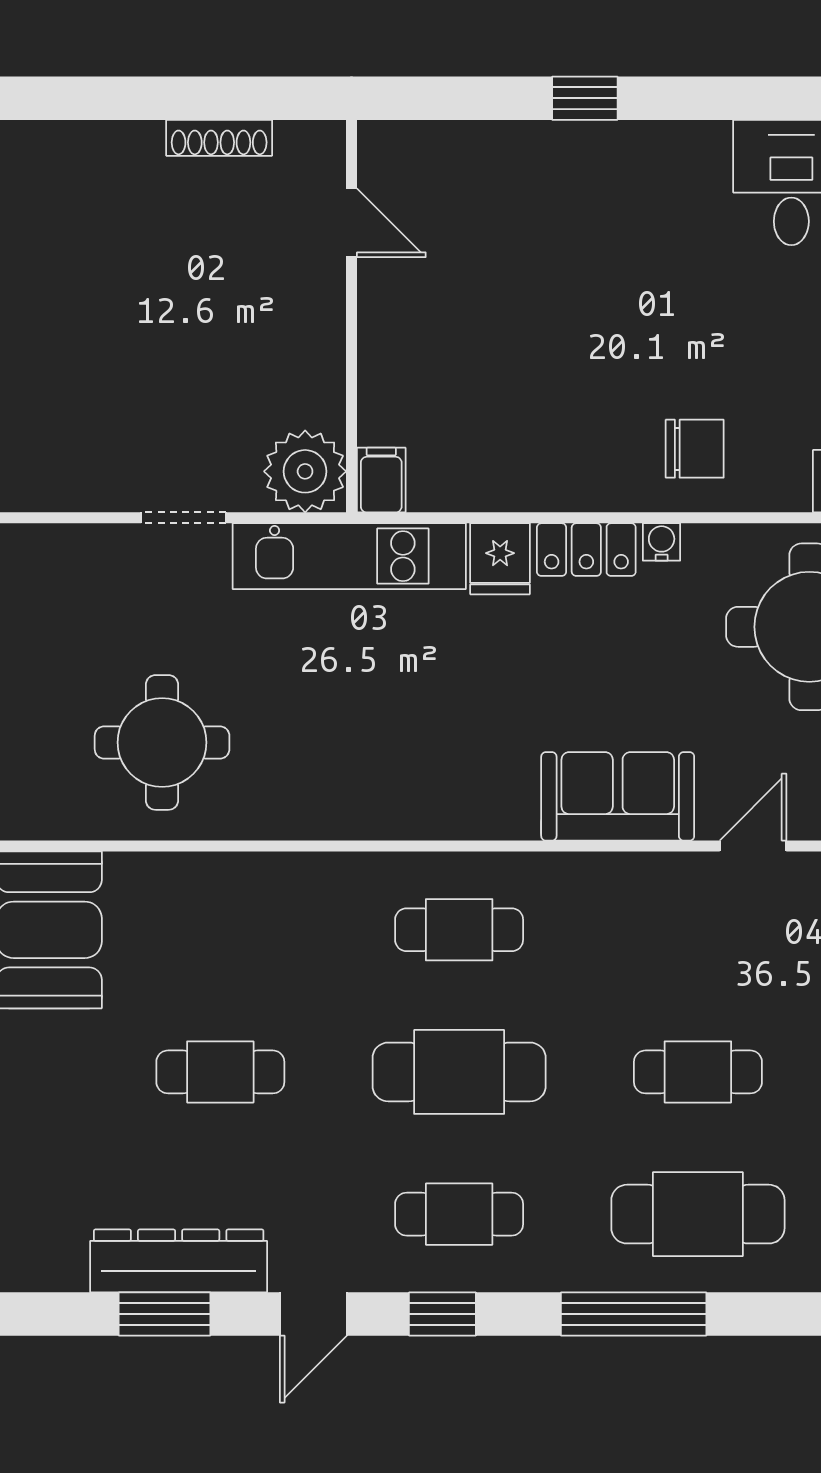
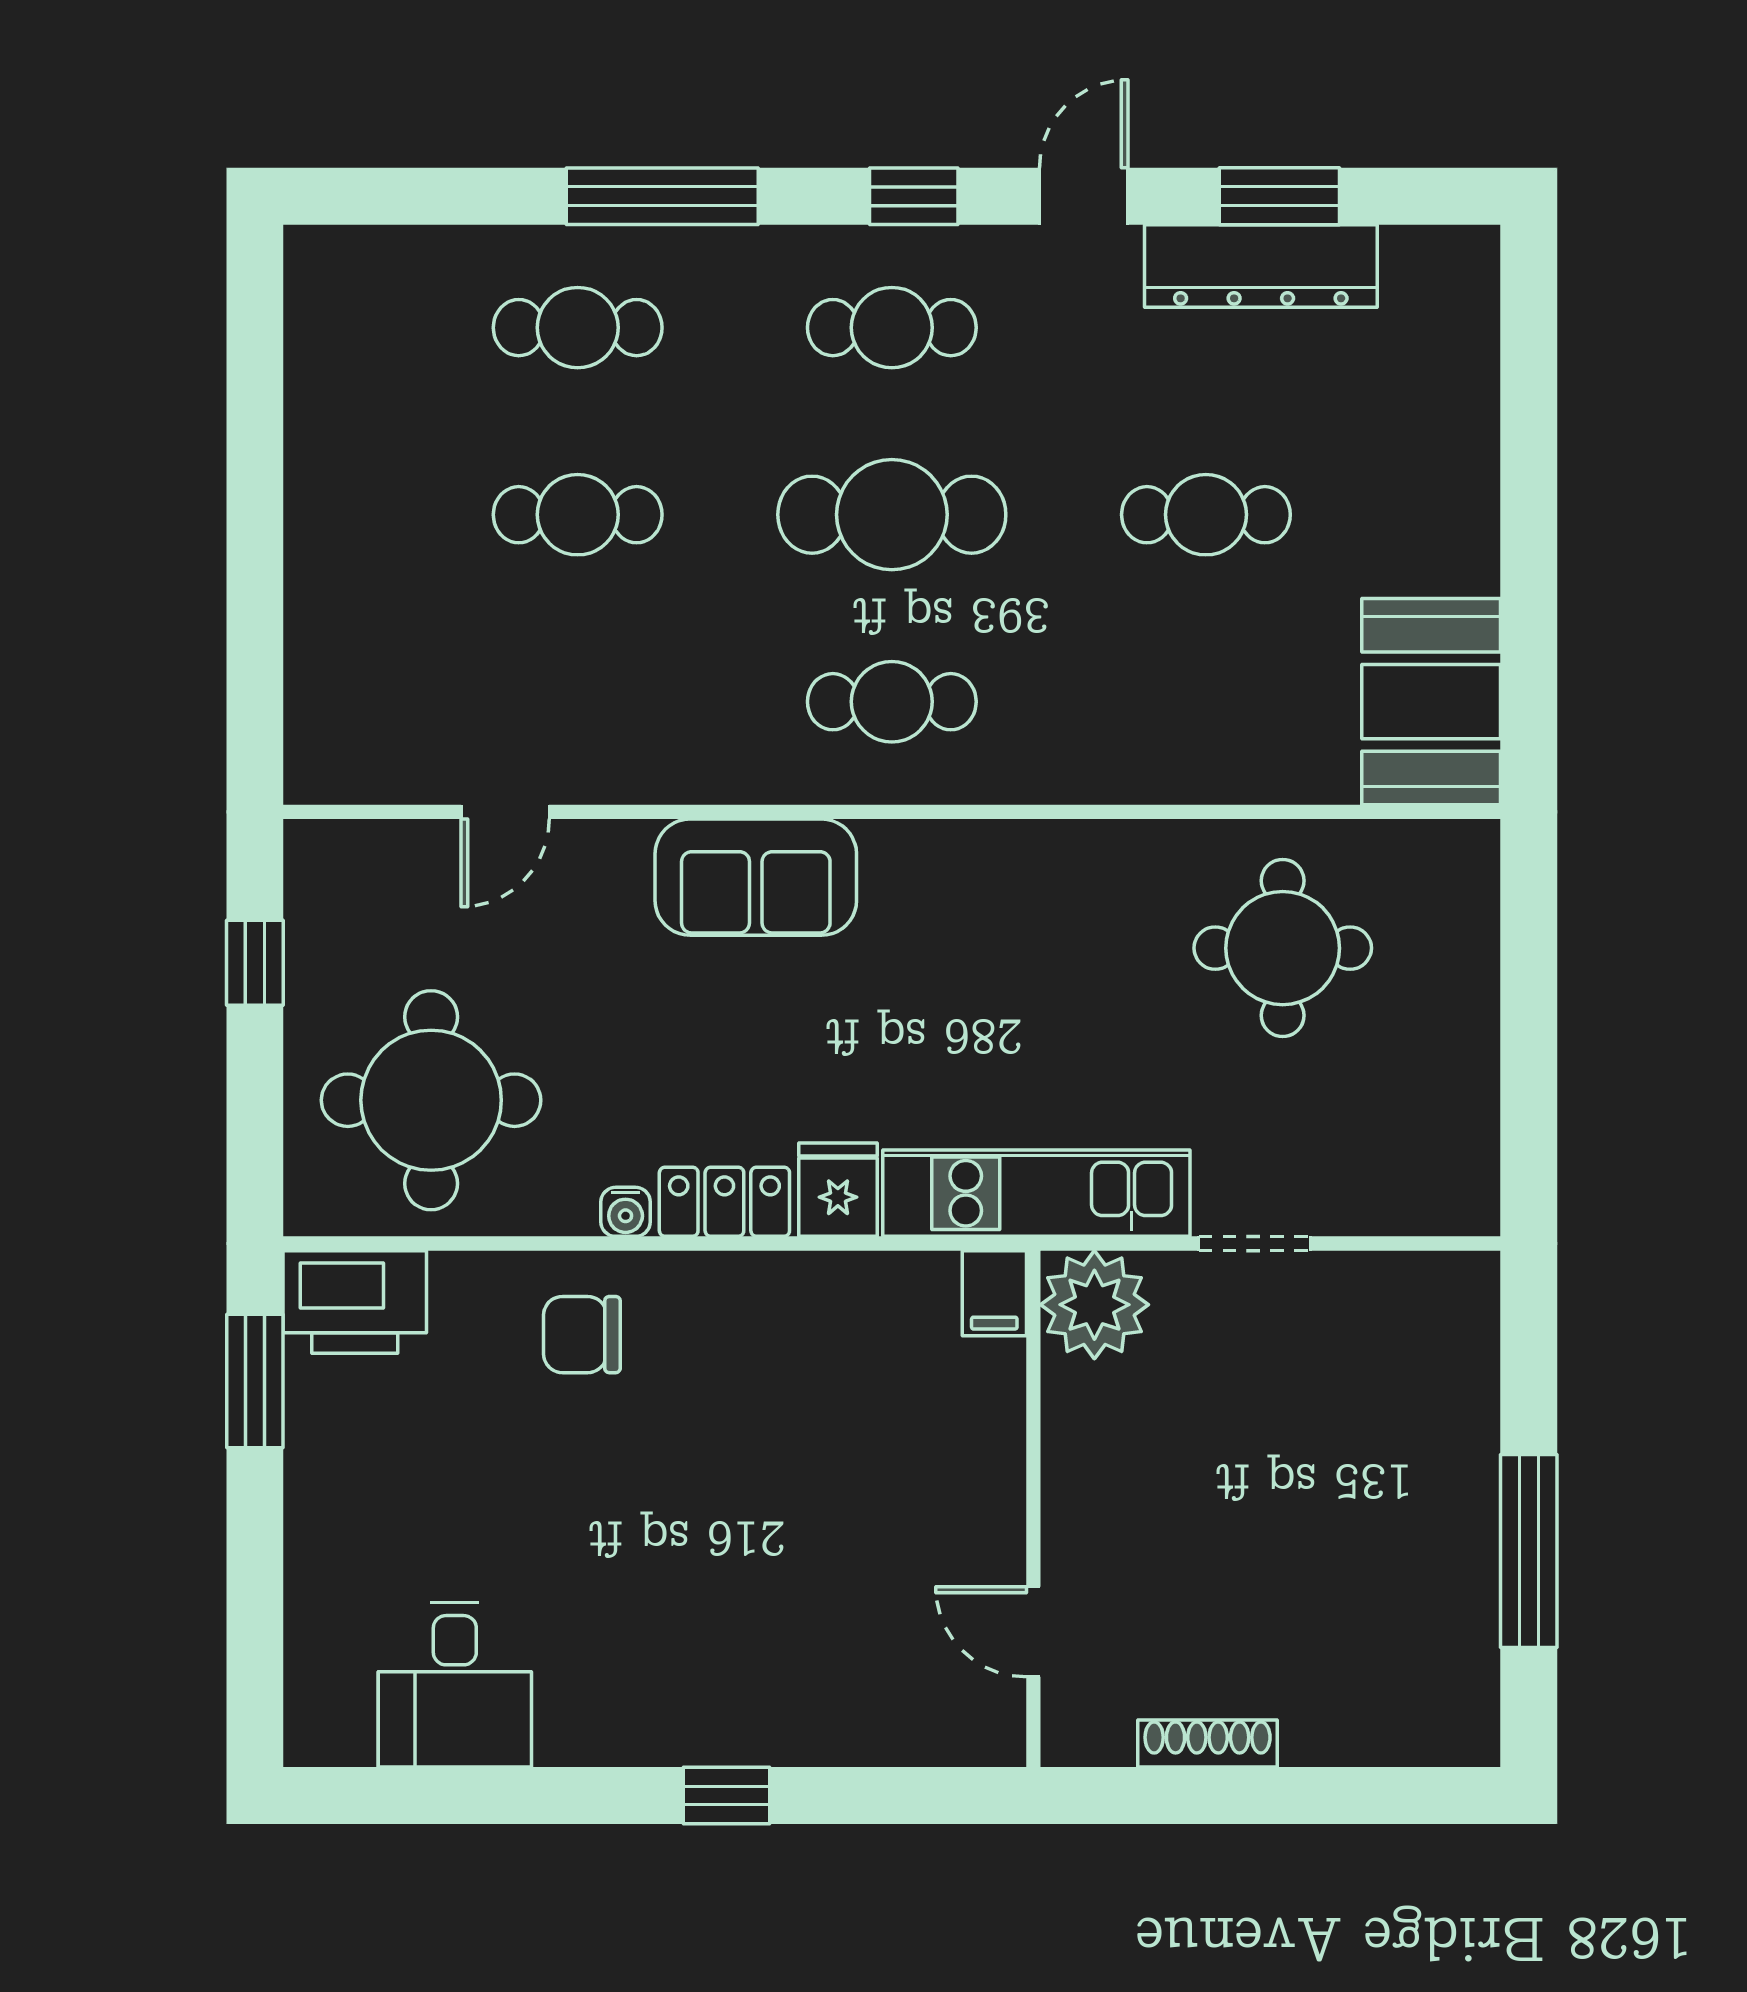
sofa: (618, 796) -> (756, 877), moved
cafe table: (698, 1214) -> (578, 328), width x0.73, depth x0.74

